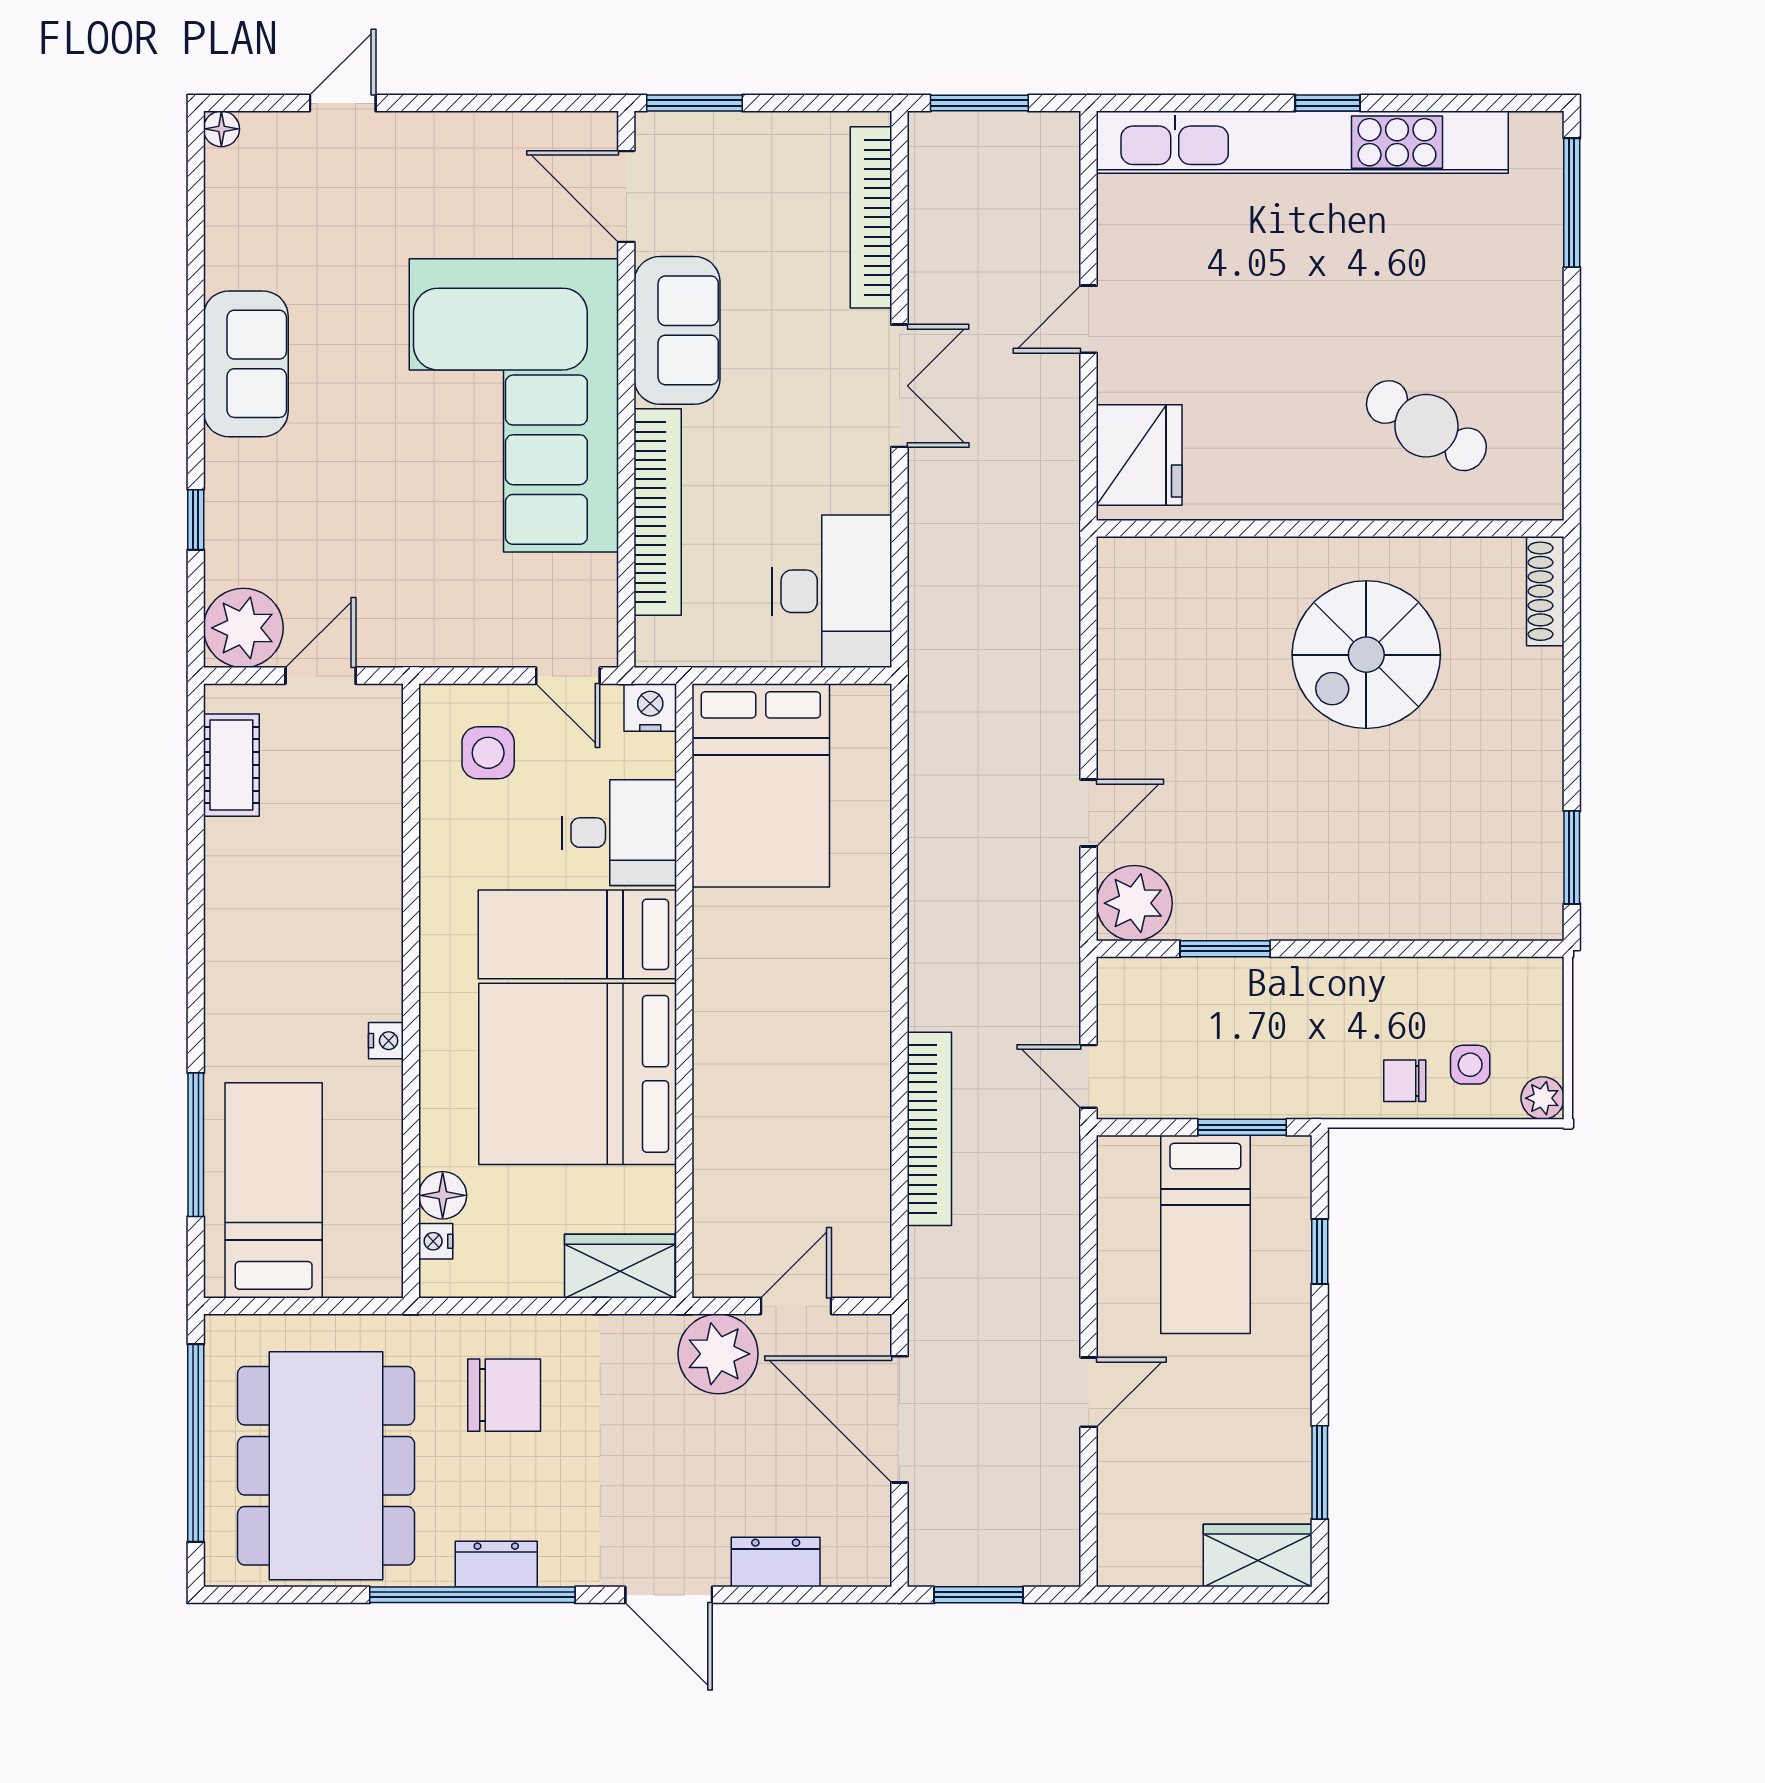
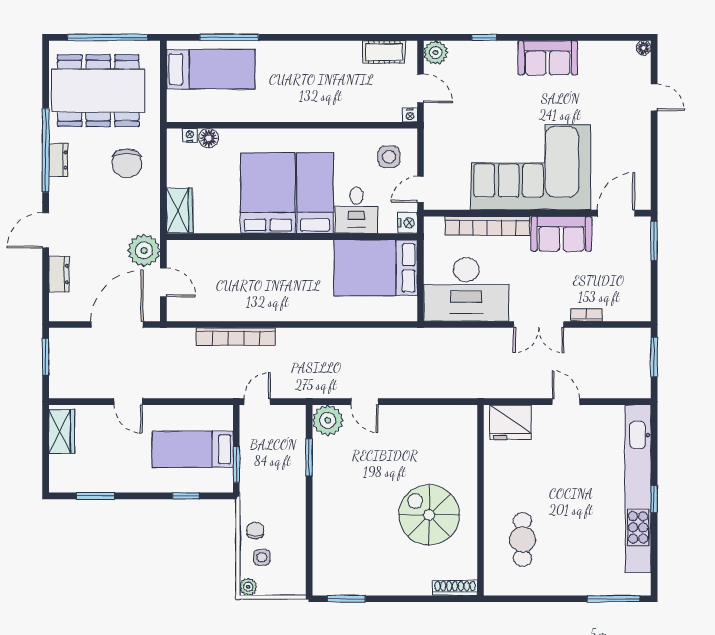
bookcase: (871, 217) -> (586, 315), width x0.43, depth x0.76
cafe table: (1426, 426) -> (522, 539), turned -31
desk: (832, 591) -> (466, 289), width x1.36, depth x1.30
plant: (243, 628) -> (436, 53), width x0.73, depth x0.73
nightstand: (386, 1041) -> (410, 115), moved
bed: (578, 1074) -> (268, 193), width x0.73
wardrobe: (1258, 1555) -> (62, 431), moved

